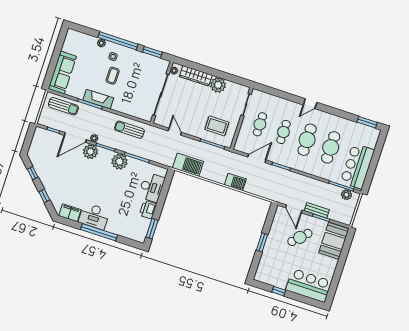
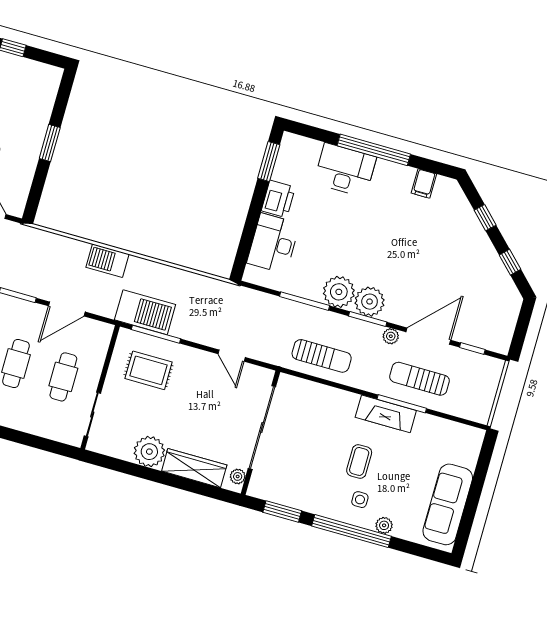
sofa: (62, 73) -> (448, 504), moved
sun lounger: (63, 106) -> (419, 379), moved
plant: (91, 152) -> (370, 302), moved
barbecue: (188, 165) -> (145, 312), moved, turned 180
filing cabinet: (70, 213) -> (424, 184), width x0.50
desk: (94, 216) -> (345, 170), moved

